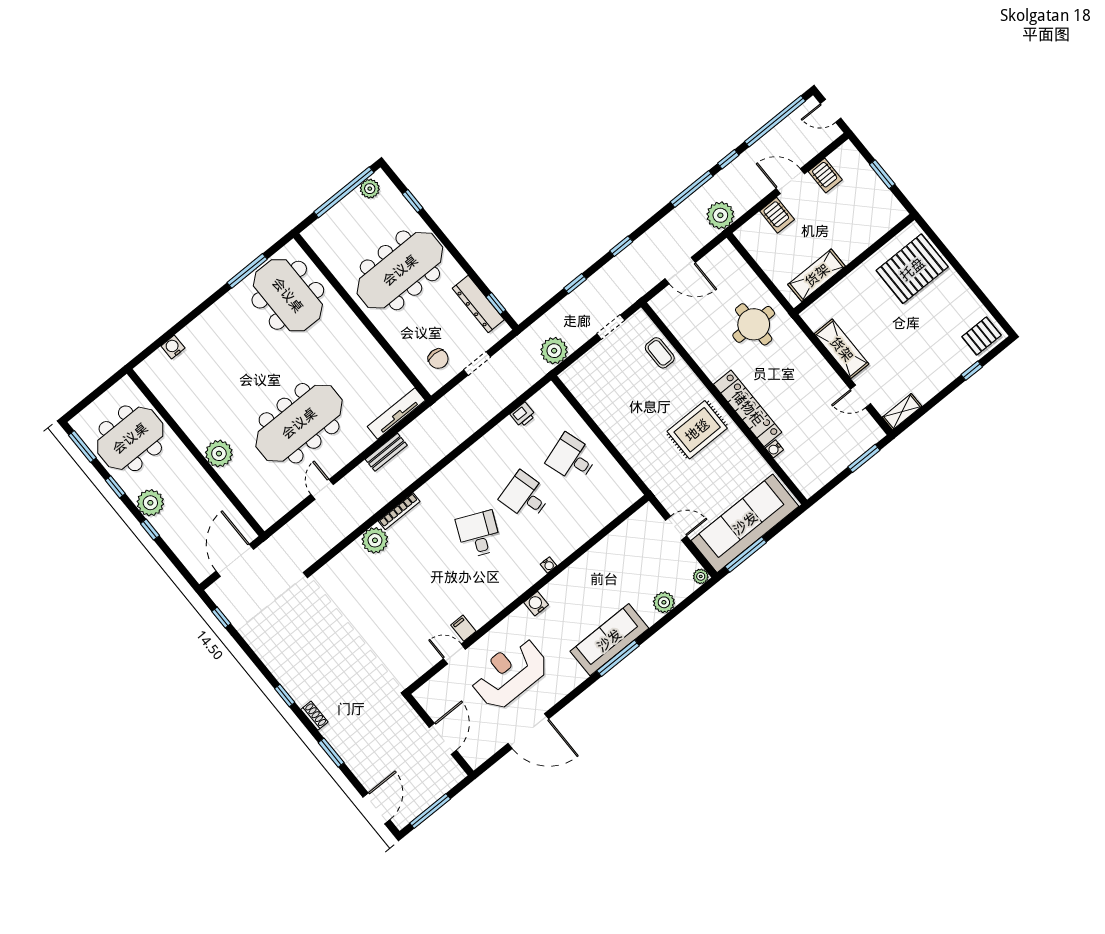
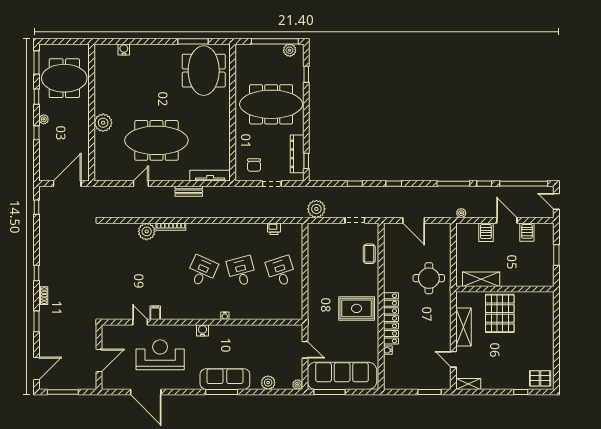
plant: (720, 215) -> (461, 213), width x0.53, depth x0.53
pallet: (912, 269) -> (500, 313), moved, turned 90
plant: (150, 503) -> (44, 119), width x0.53, depth x0.53

